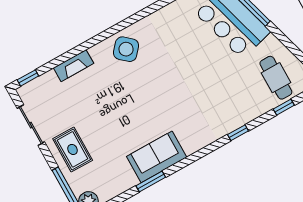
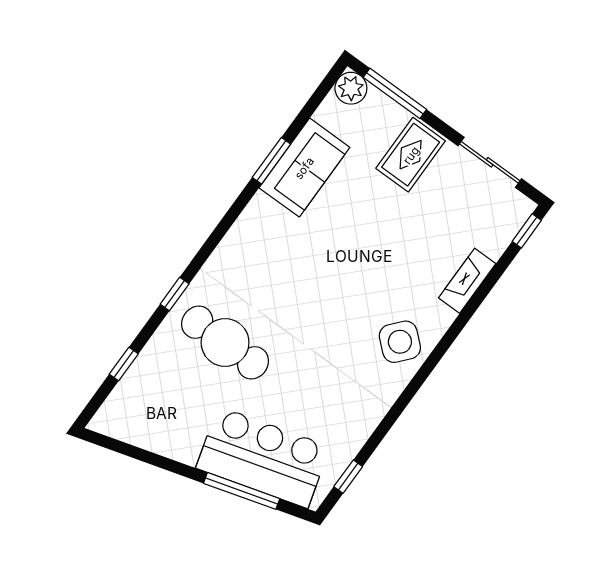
cafe table: (276, 78) -> (225, 343), moved, width x1.37, depth x1.35
rug: (73, 149) -> (411, 155), turned 90
sofa: (157, 157) -> (304, 168), moved

